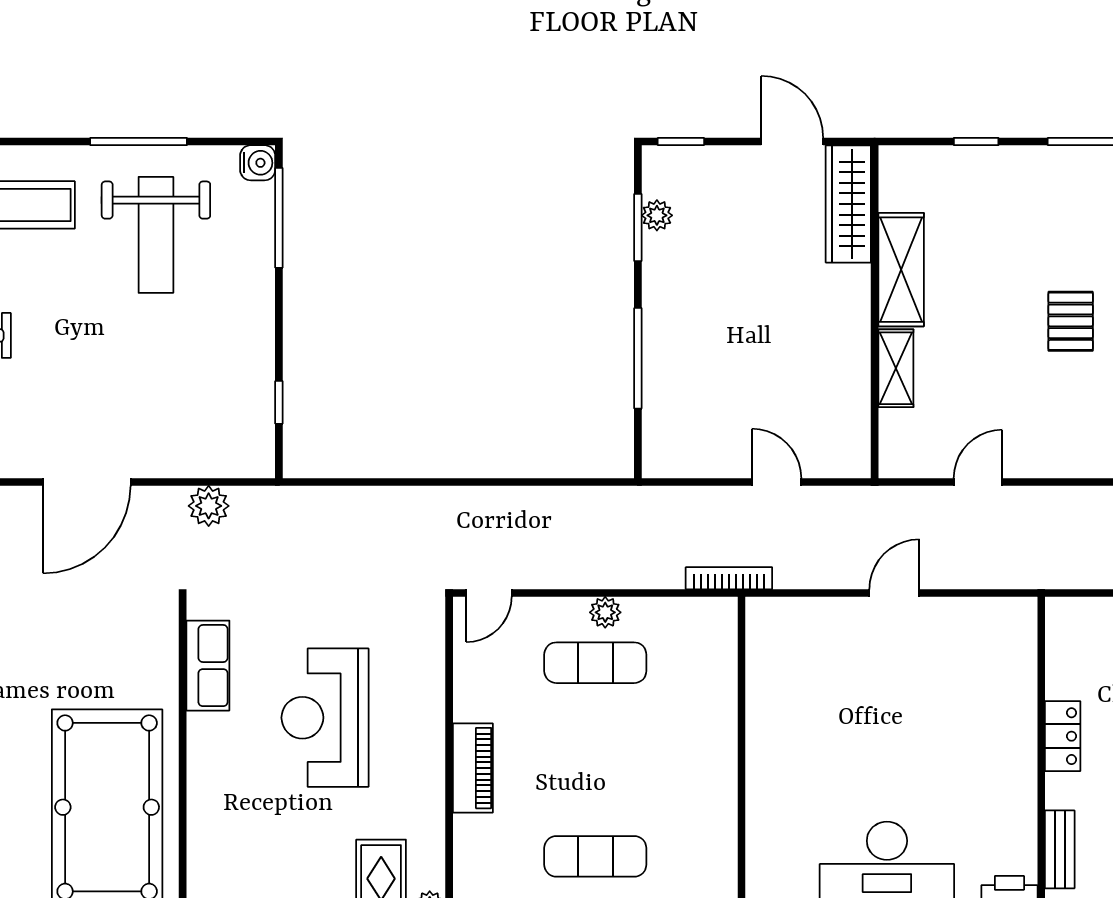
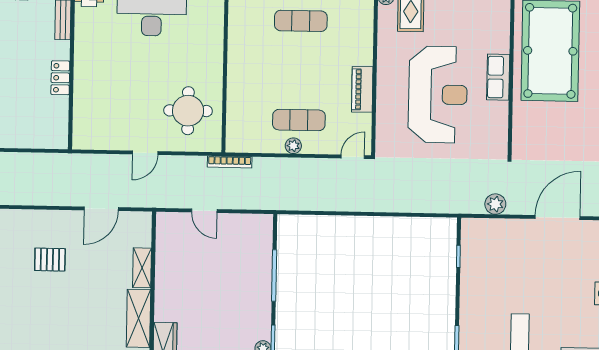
pallet: (1071, 321) -> (50, 260), moved, turned 90
door: (978, 482) -> (101, 209), width x1.38
row of seats: (208, 666) -> (498, 77), moved
round table: (812, 677) -> (188, 111), added
reception desk: (325, 718) -> (438, 95), width x1.36, depth x1.30
piano: (473, 768) -> (362, 89), moved

